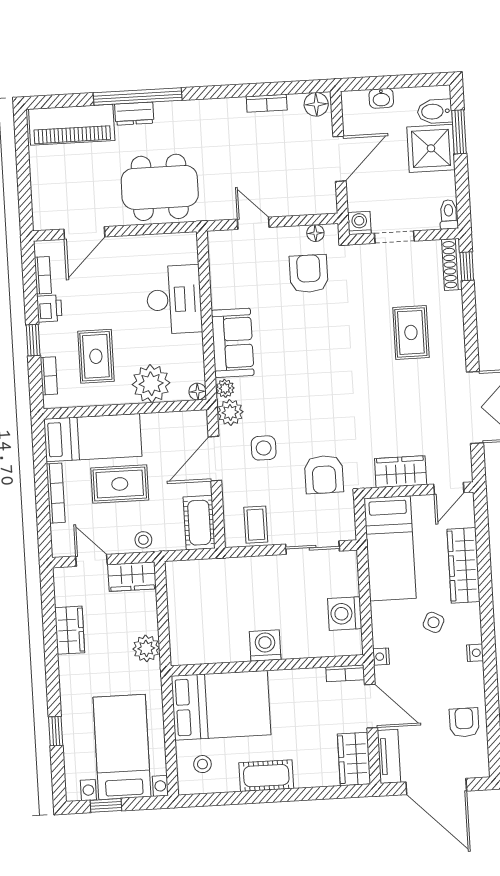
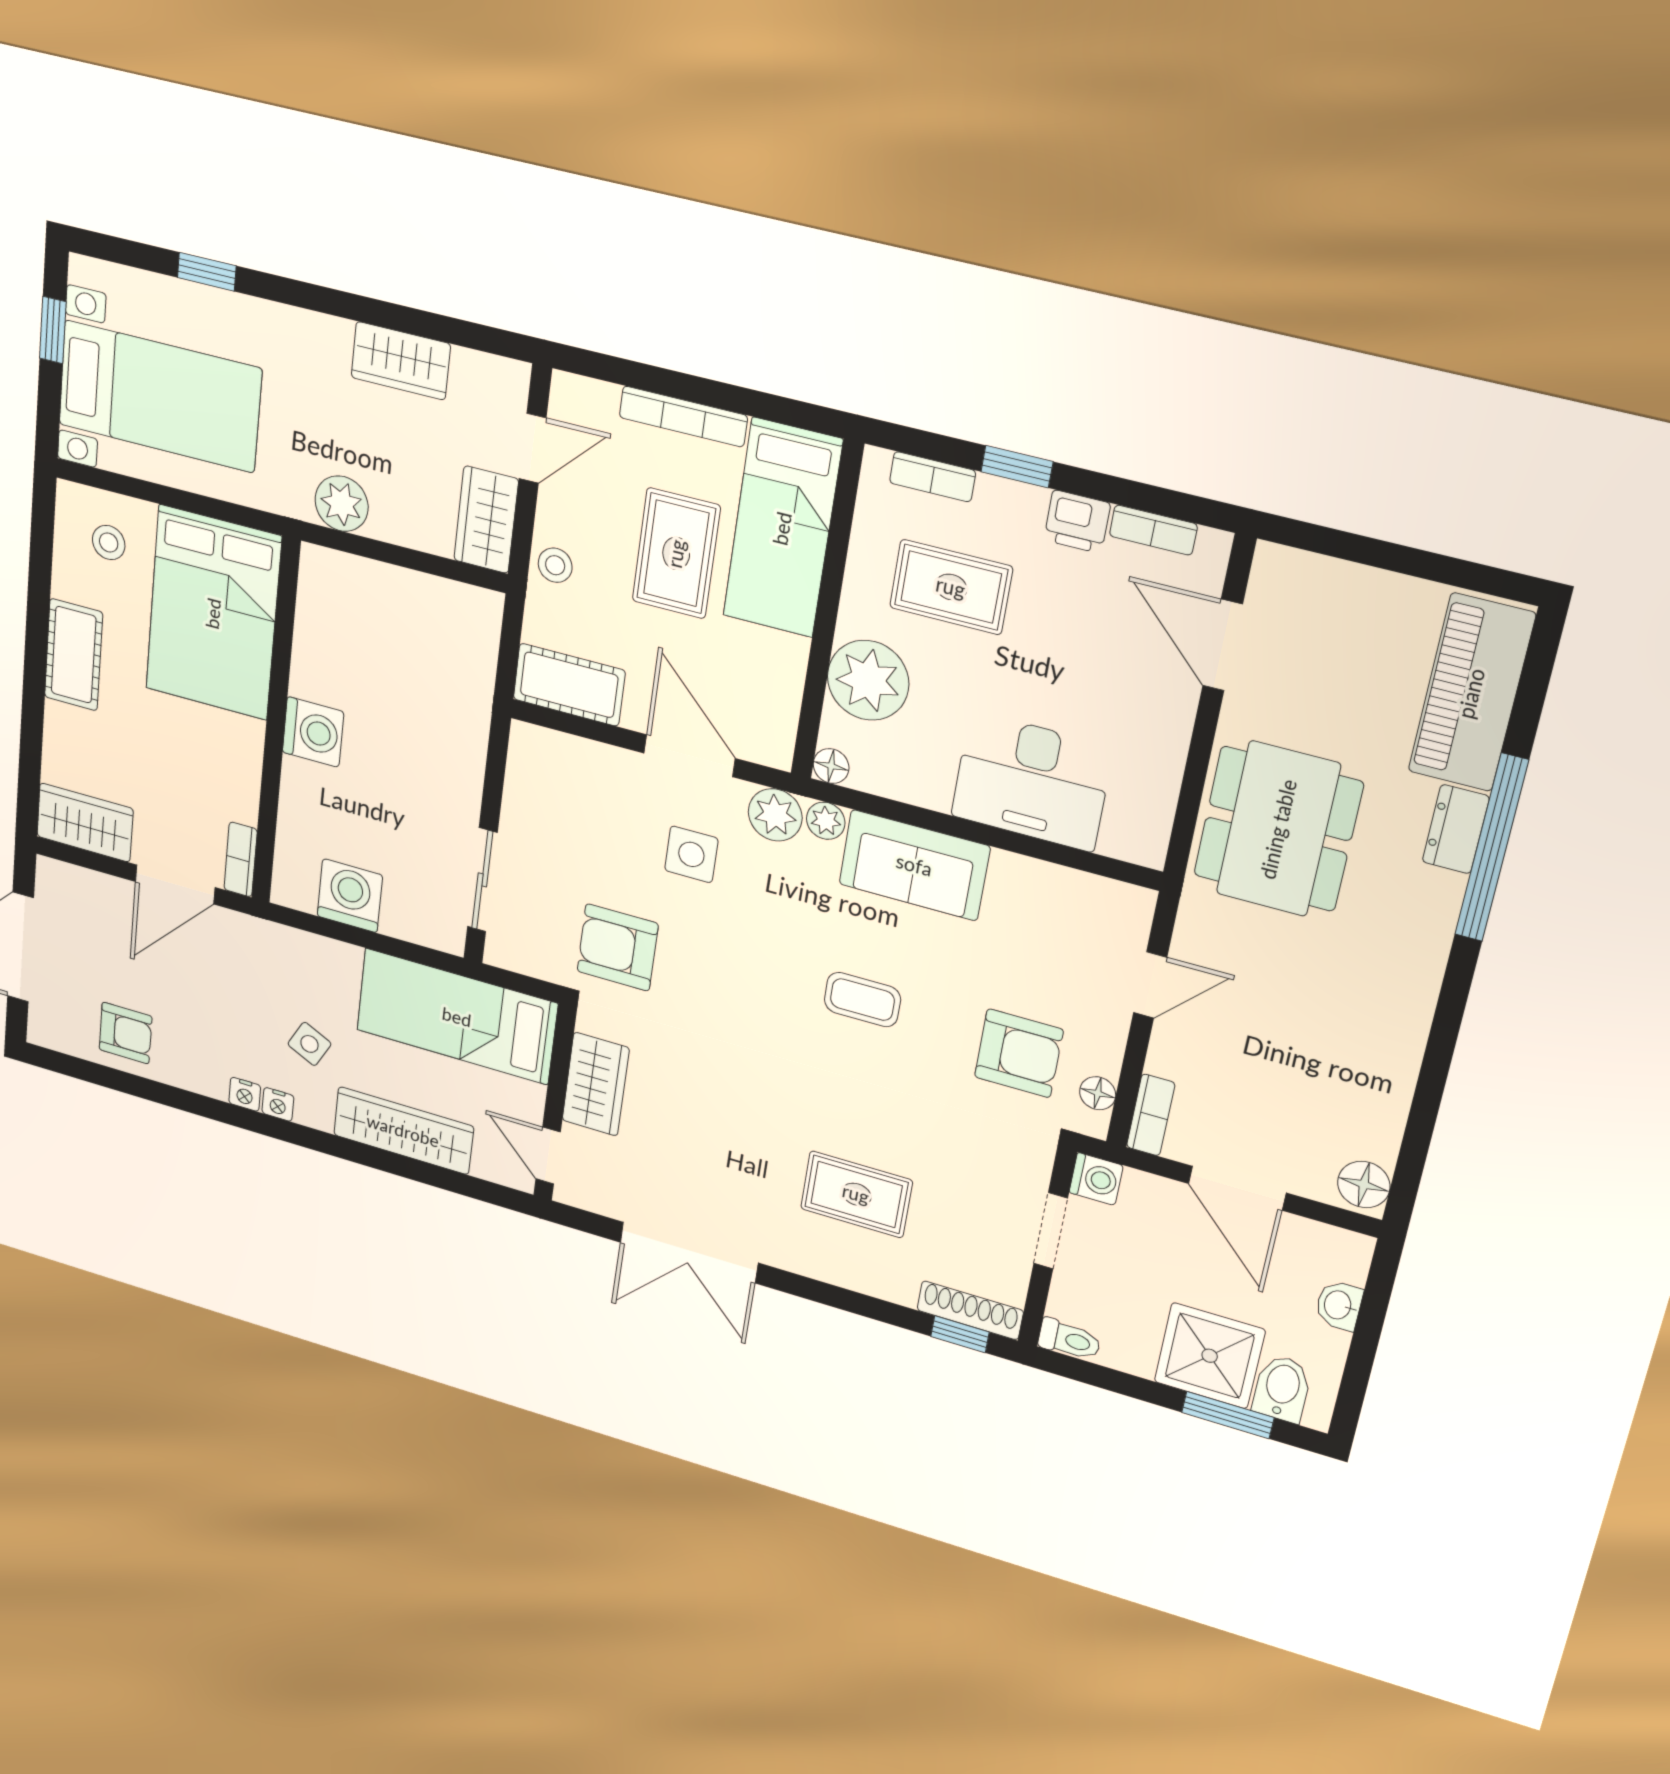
bookcase: (267, 103) -> (1151, 1115), moved, turned 180
coffee table: (256, 525) -> (862, 1000), moved
nightstand: (381, 657) -> (278, 1104), moved, turned 180
tv unit: (389, 756) -> (82, 885), removed

